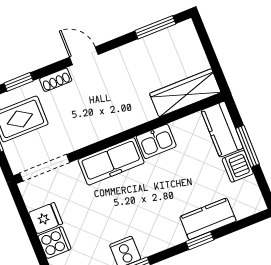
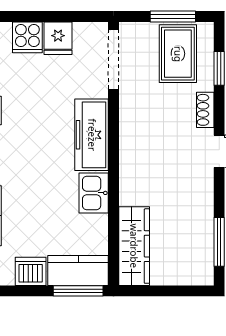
window: (247, 146) -> (78, 291), moved

